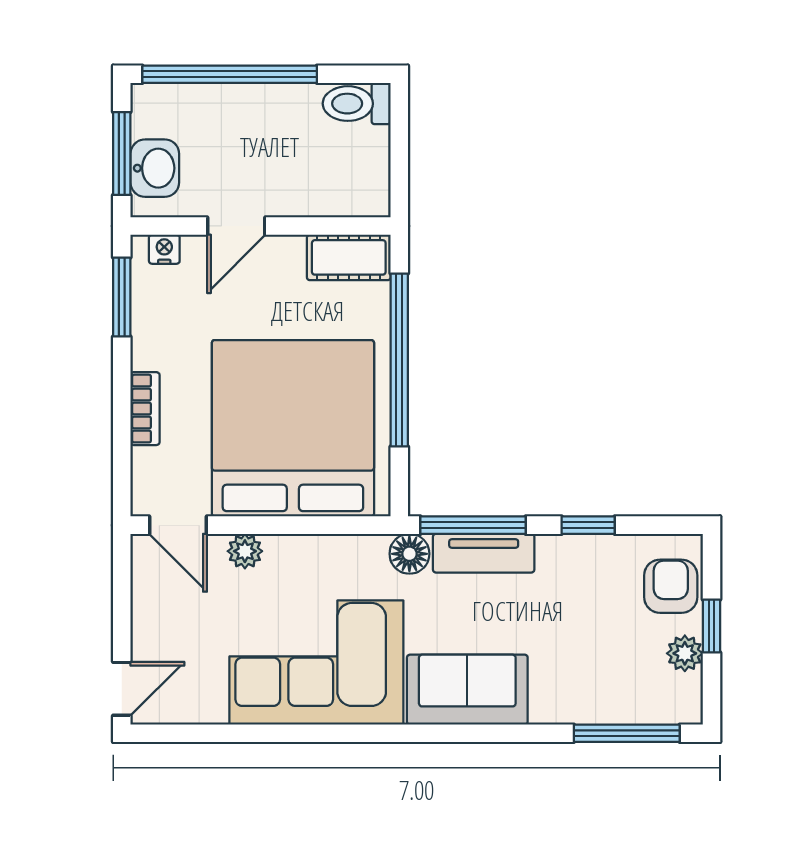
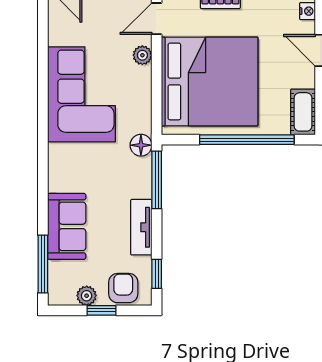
window: (588, 525) -> (157, 274), moved
tv unit: (484, 553) -> (141, 227), moved
armchair: (671, 586) -> (123, 288), turned -90
sofa: (467, 690) -> (67, 226), moved

